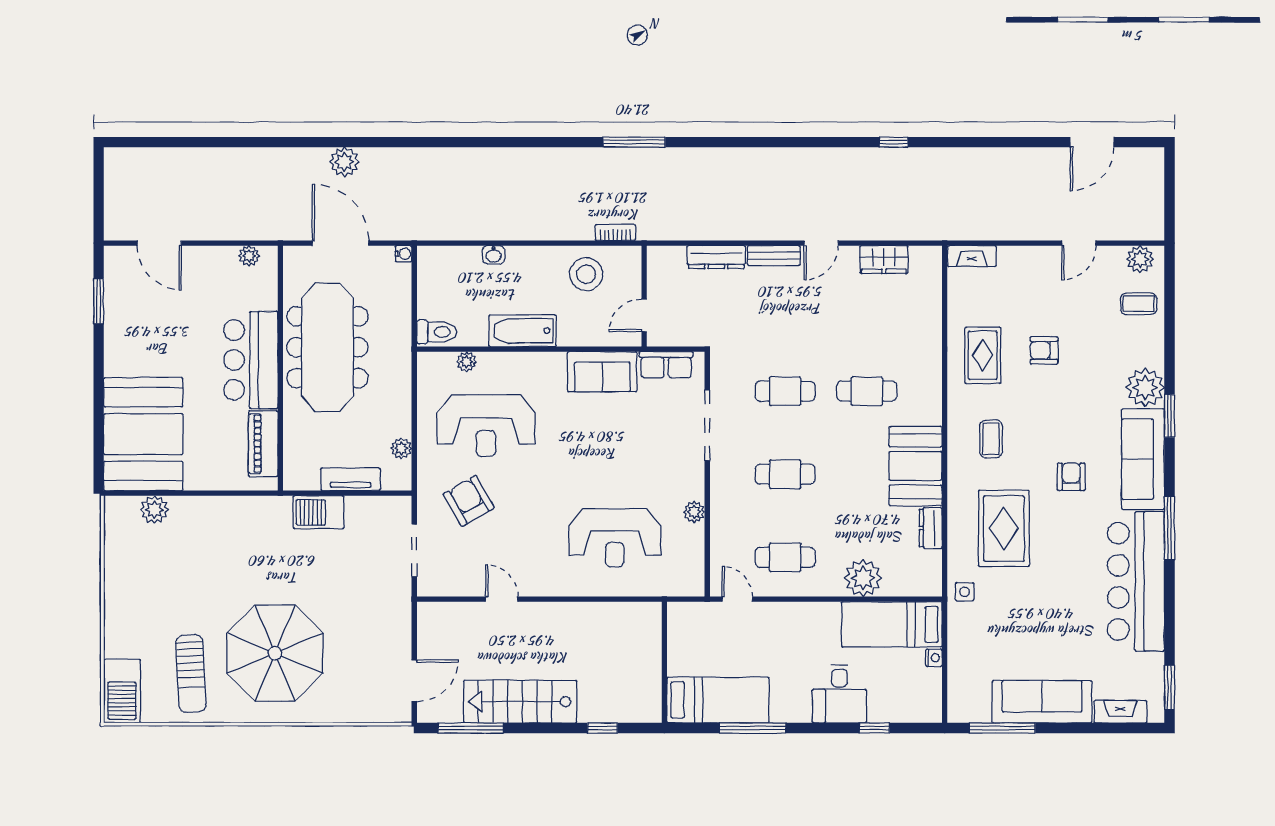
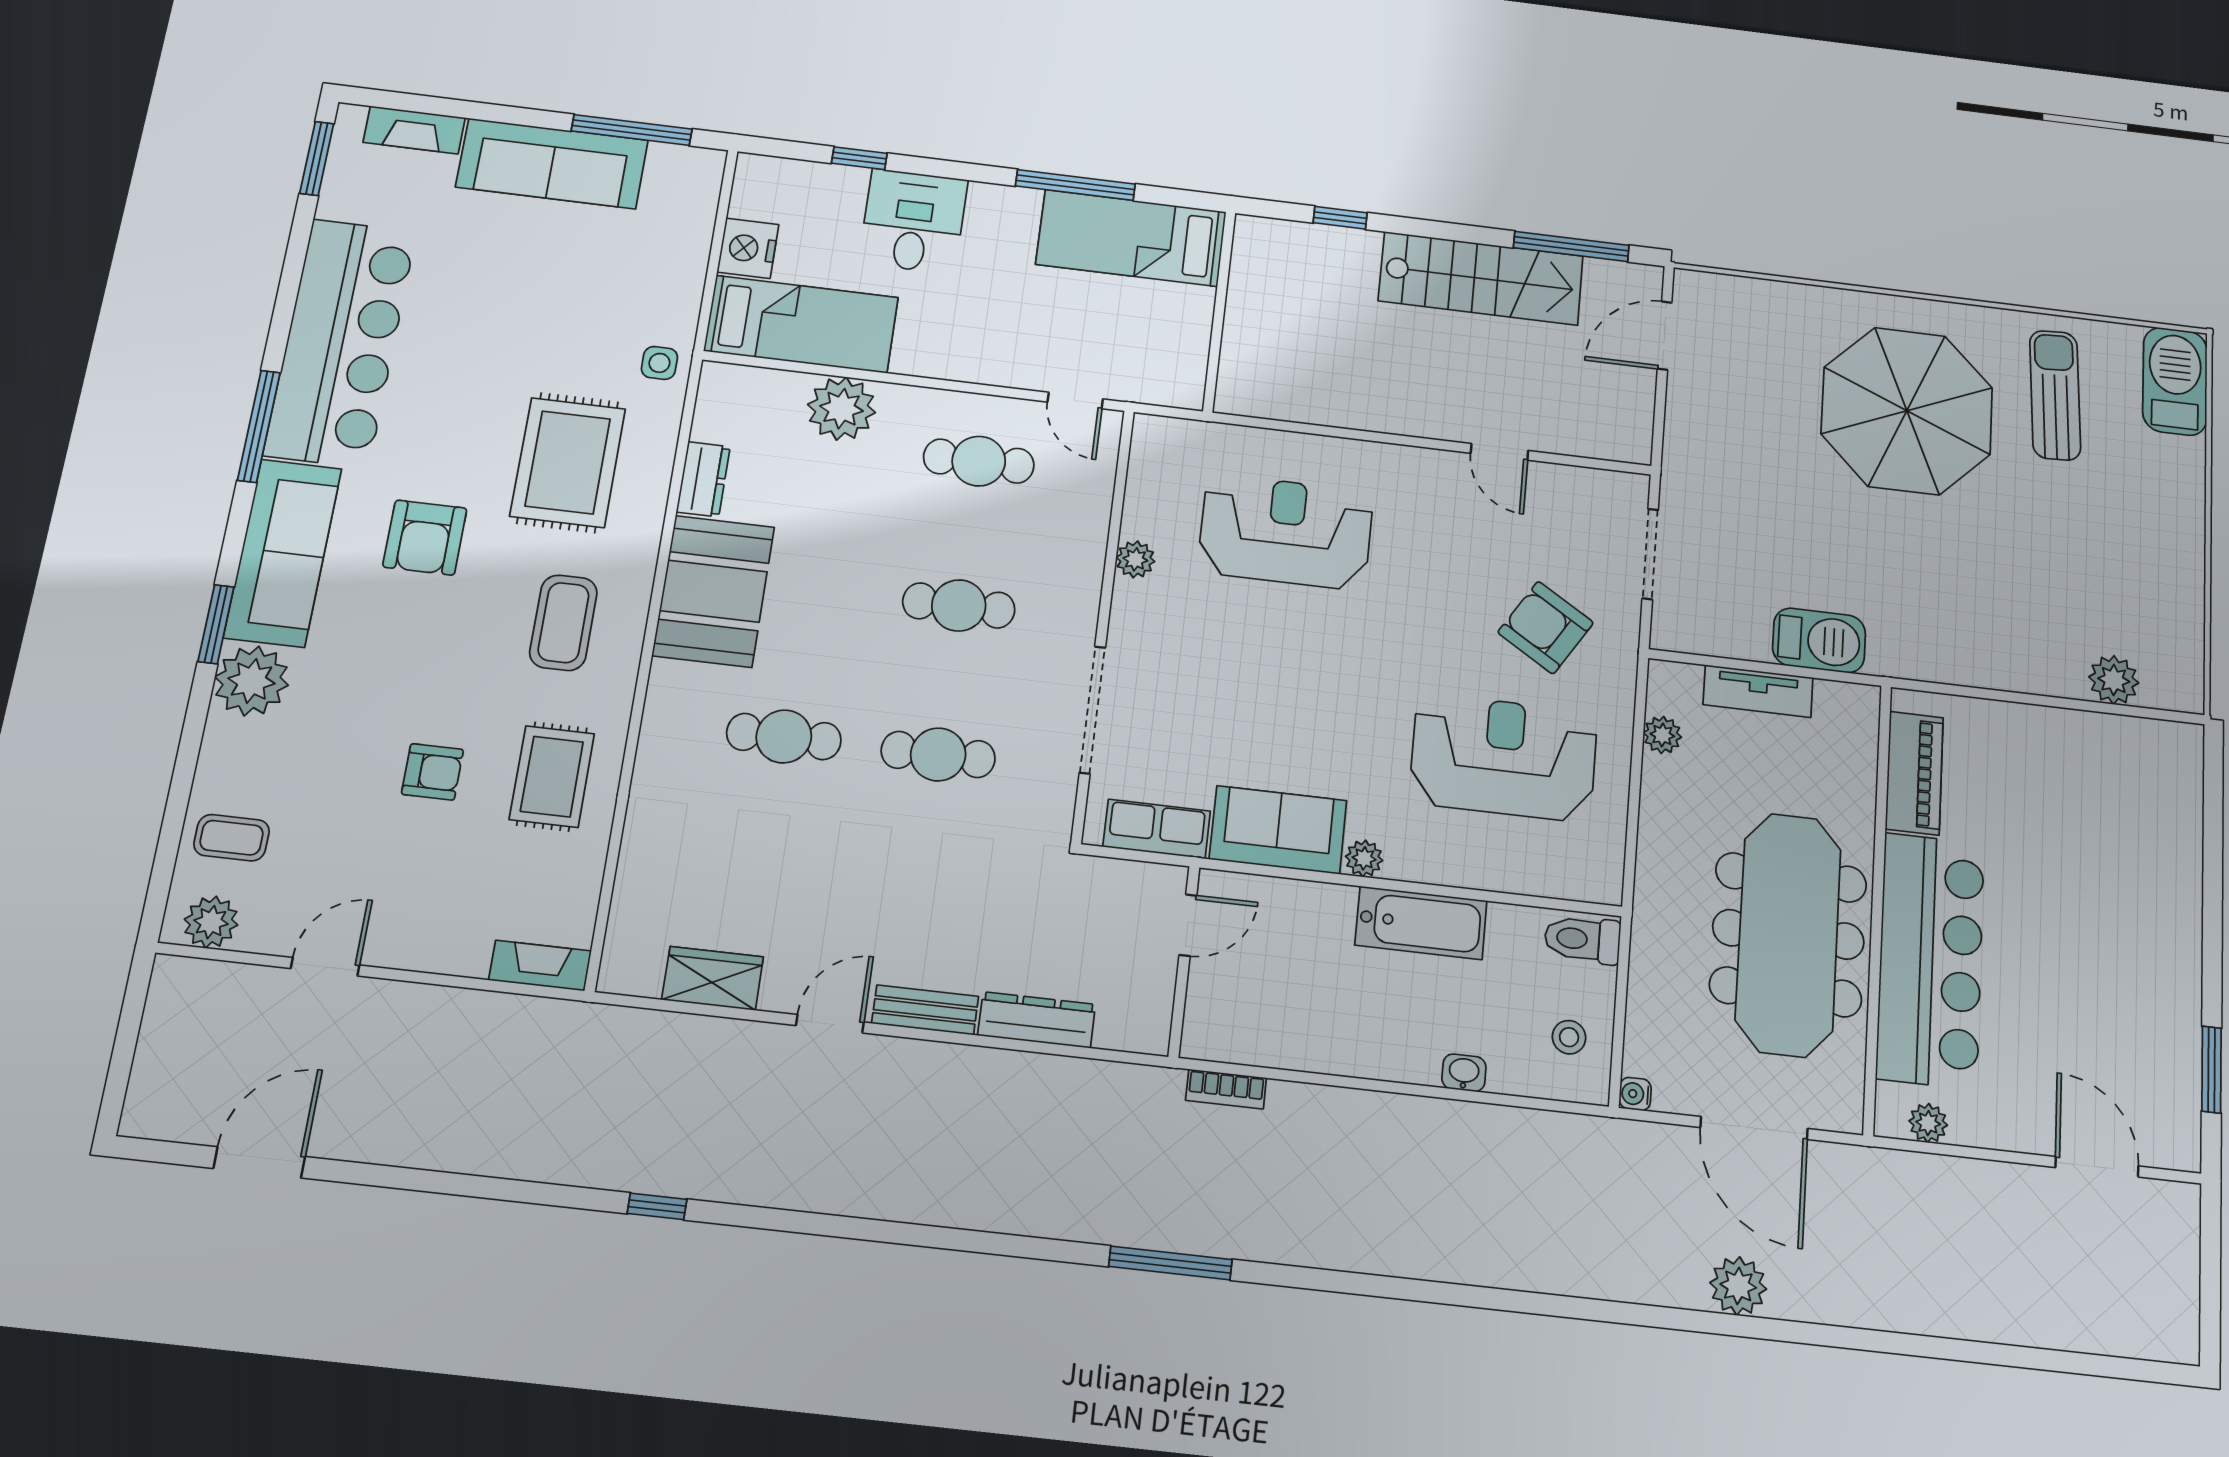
stool: (586, 274) -> (1569, 1037), moved, width x0.53, depth x0.53
bar counter: (251, 360) -> (1930, 960), width x1.36
plant: (467, 362) -> (1364, 858), moved
booth: (143, 434) -> (2132, 816), removed
coffee table: (991, 439) -> (563, 623), width x1.36, depth x1.30
armchair: (1071, 477) -> (425, 538), width x1.38, depth x1.38
armchair: (469, 501) -> (1546, 628), turned 152
nightstand: (934, 658) -> (748, 248), width x1.89, depth x1.79

